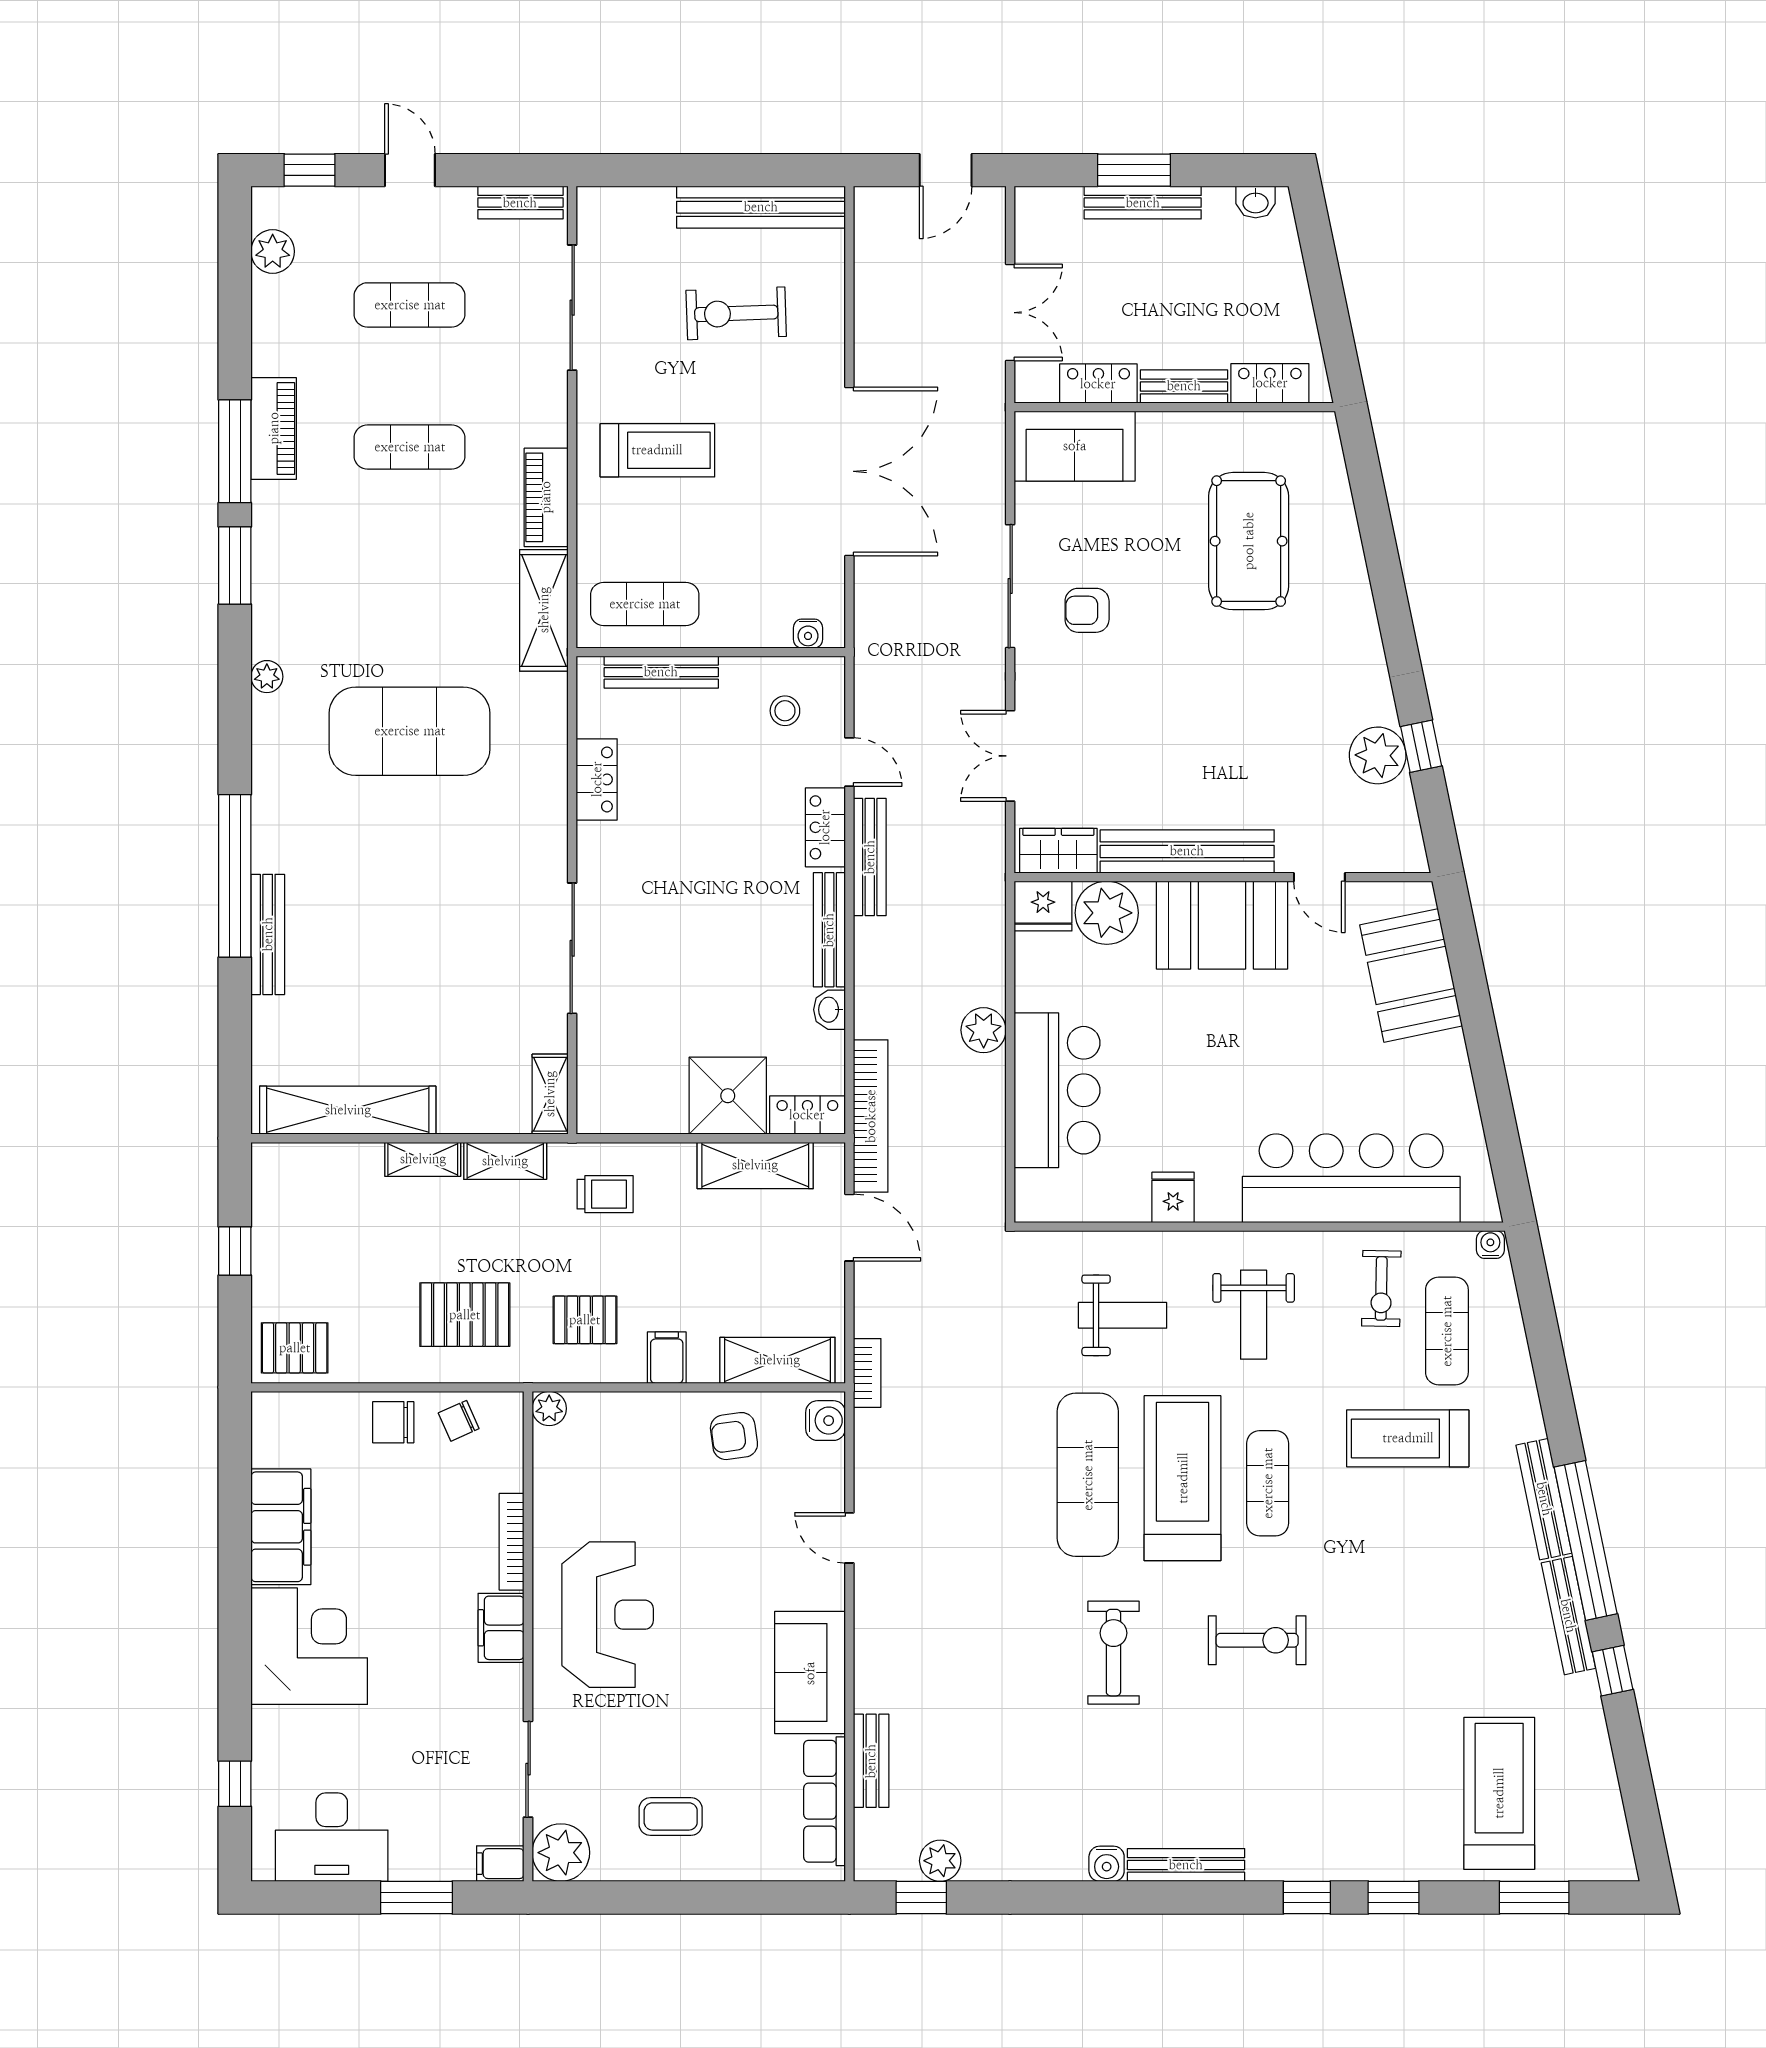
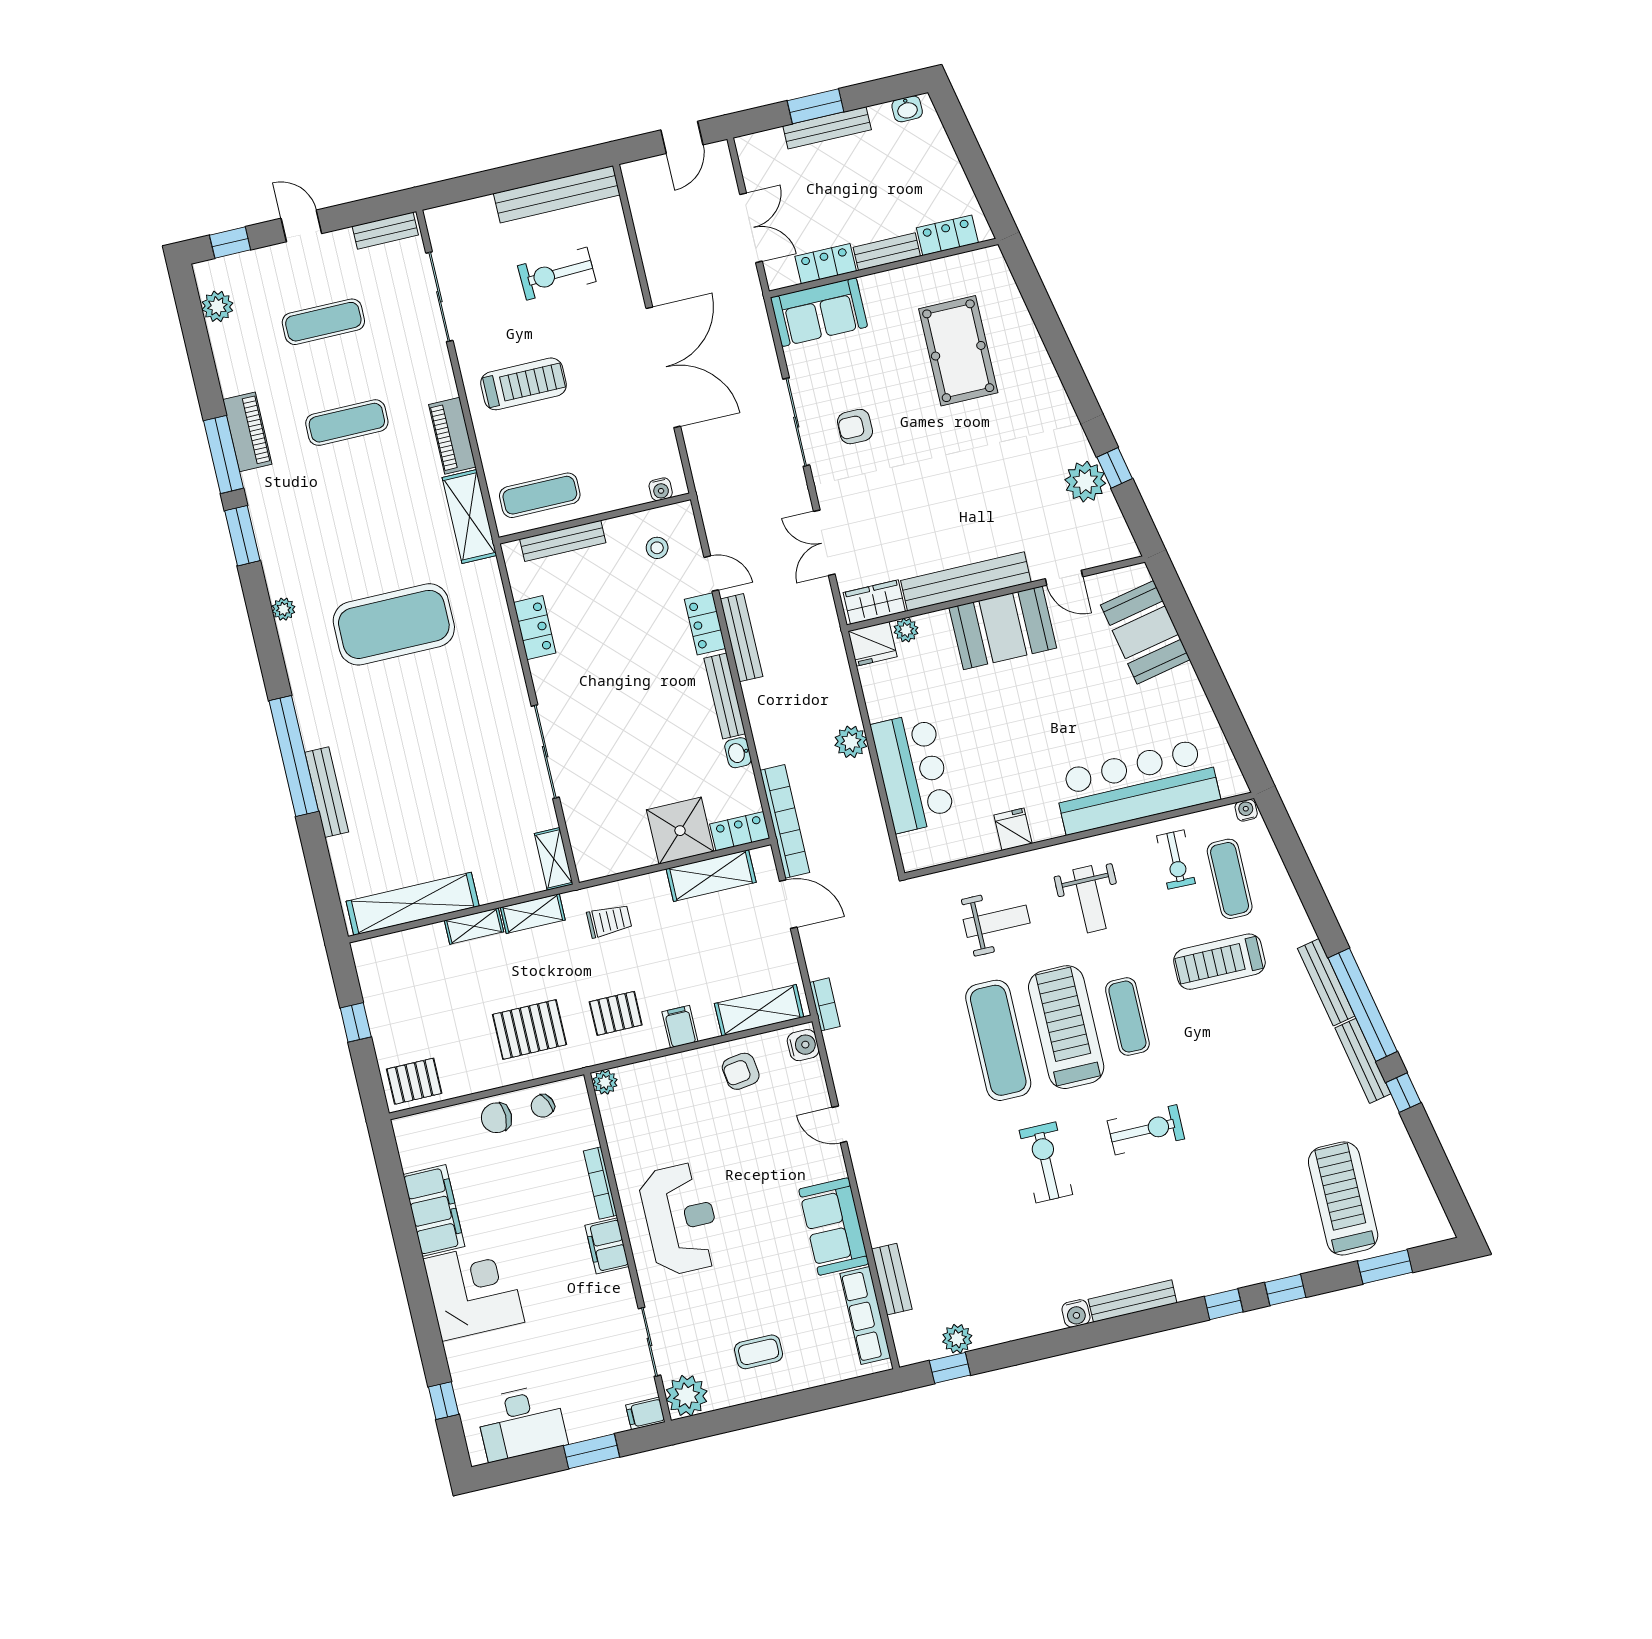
plant: (1107, 913) -> (906, 630), width x0.53, depth x0.53

